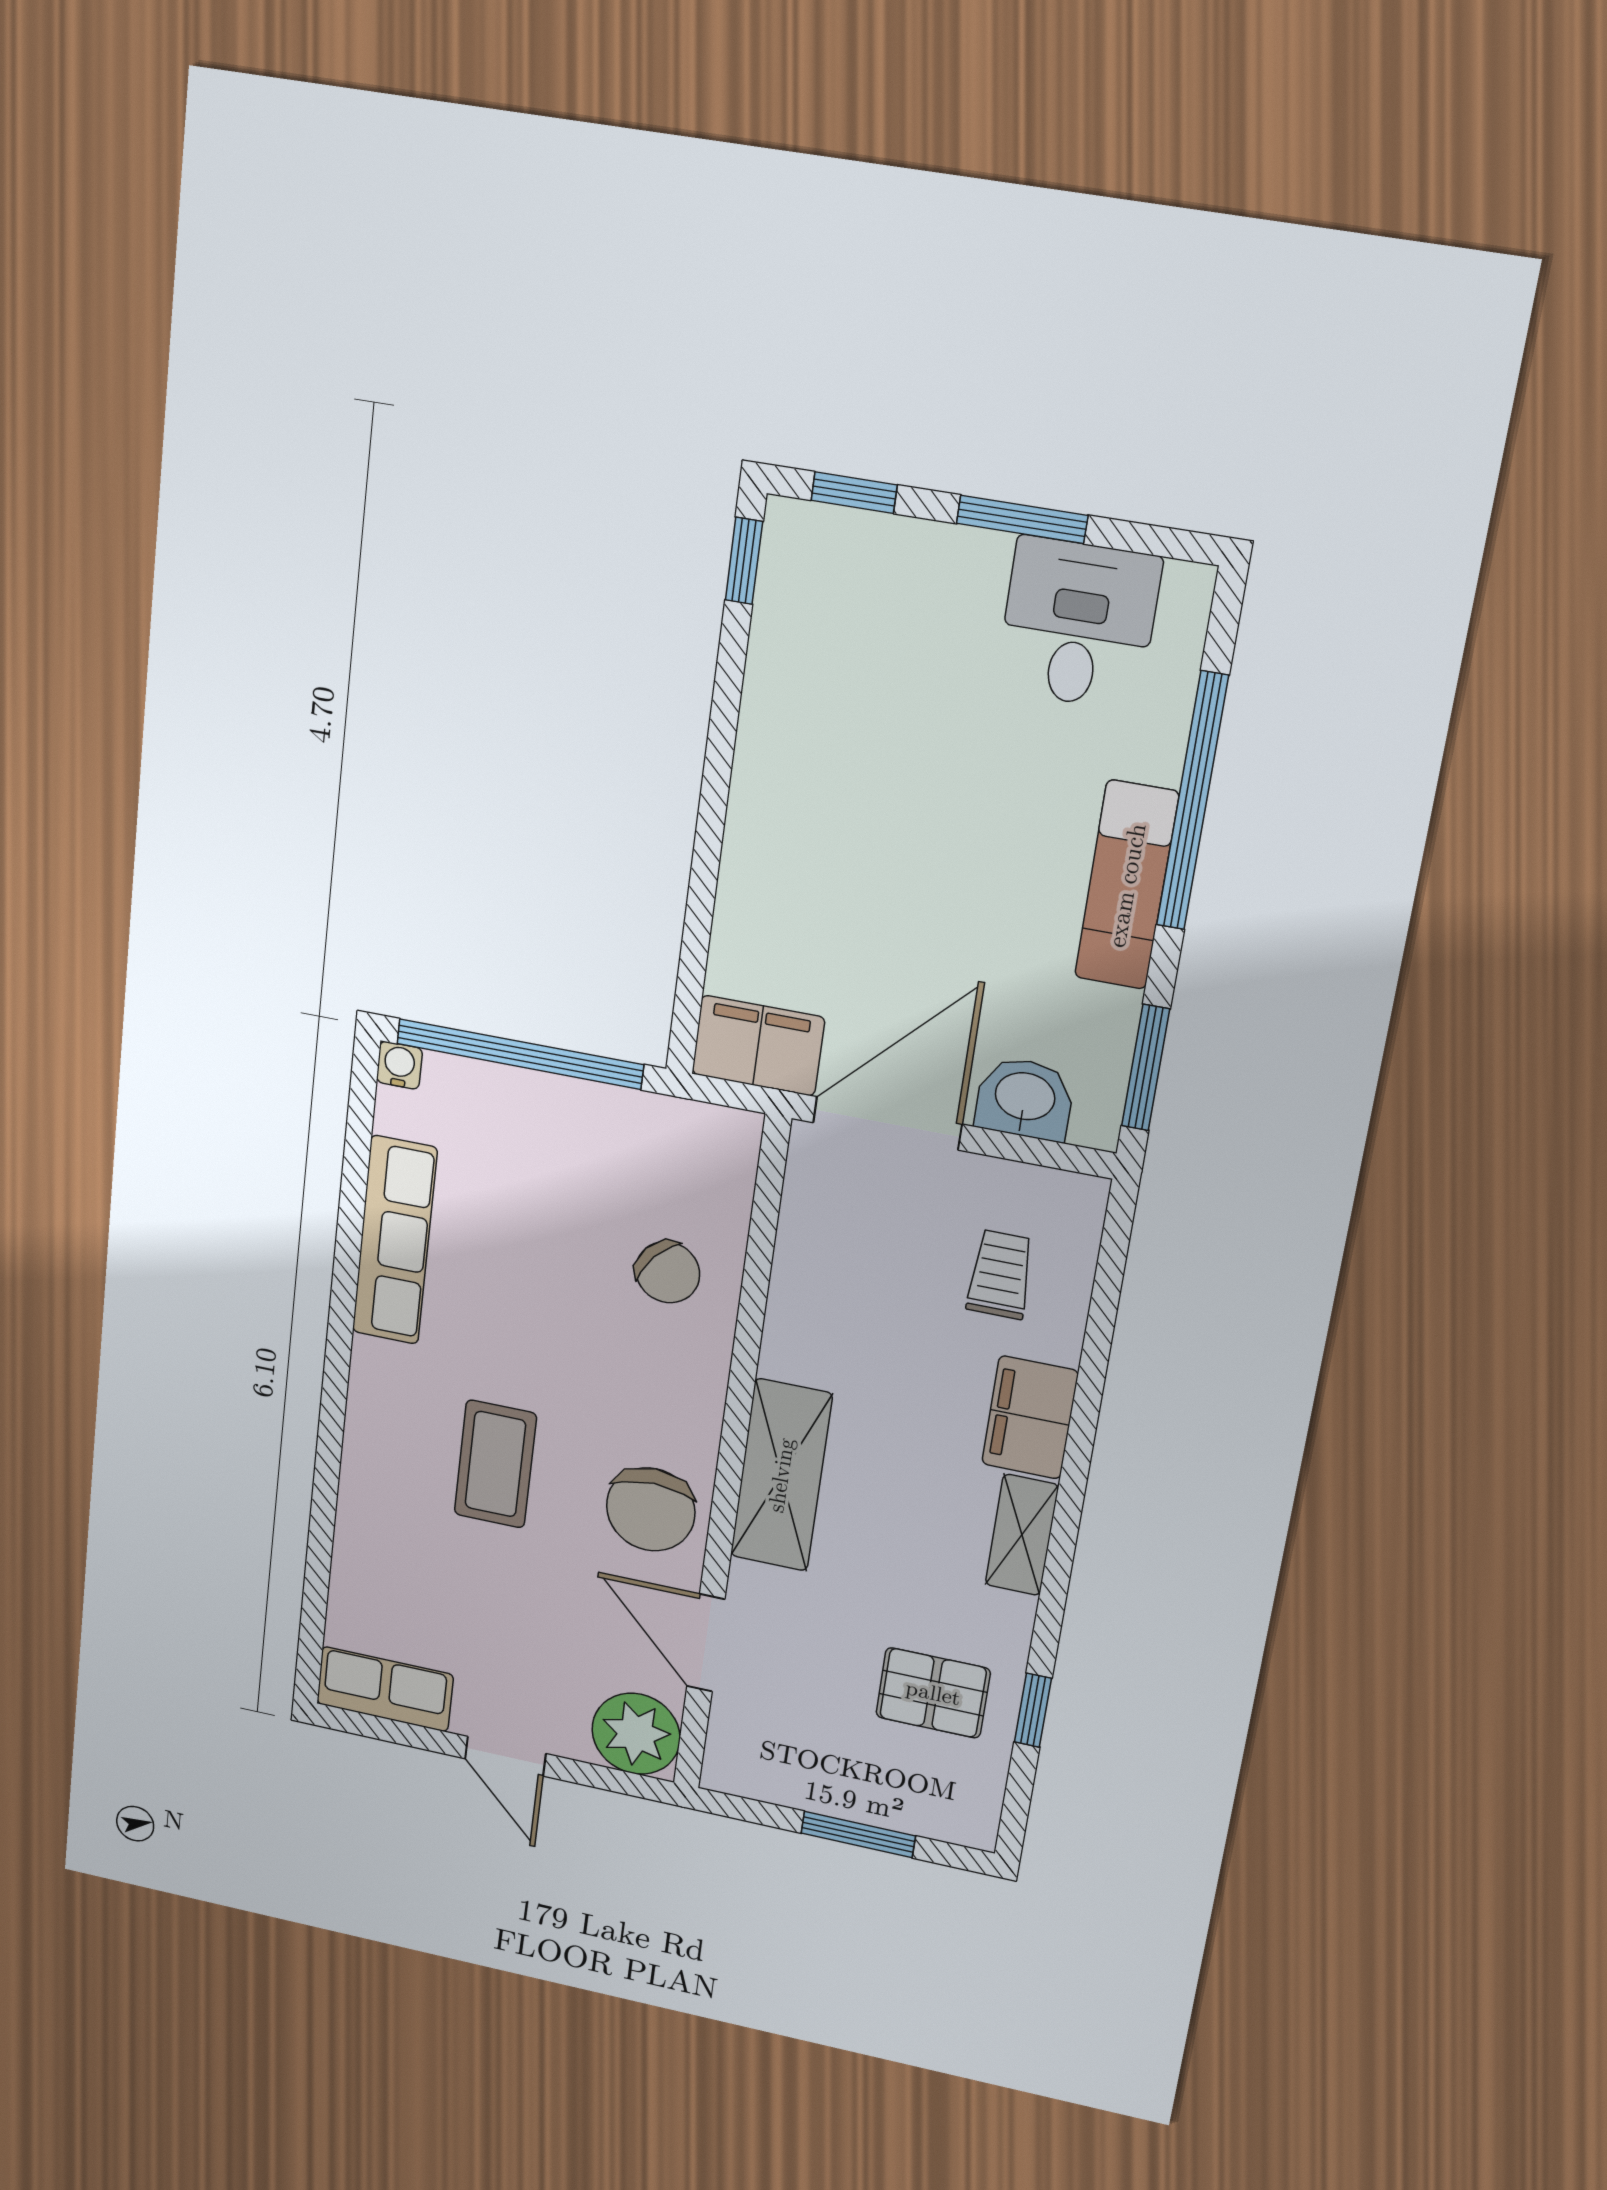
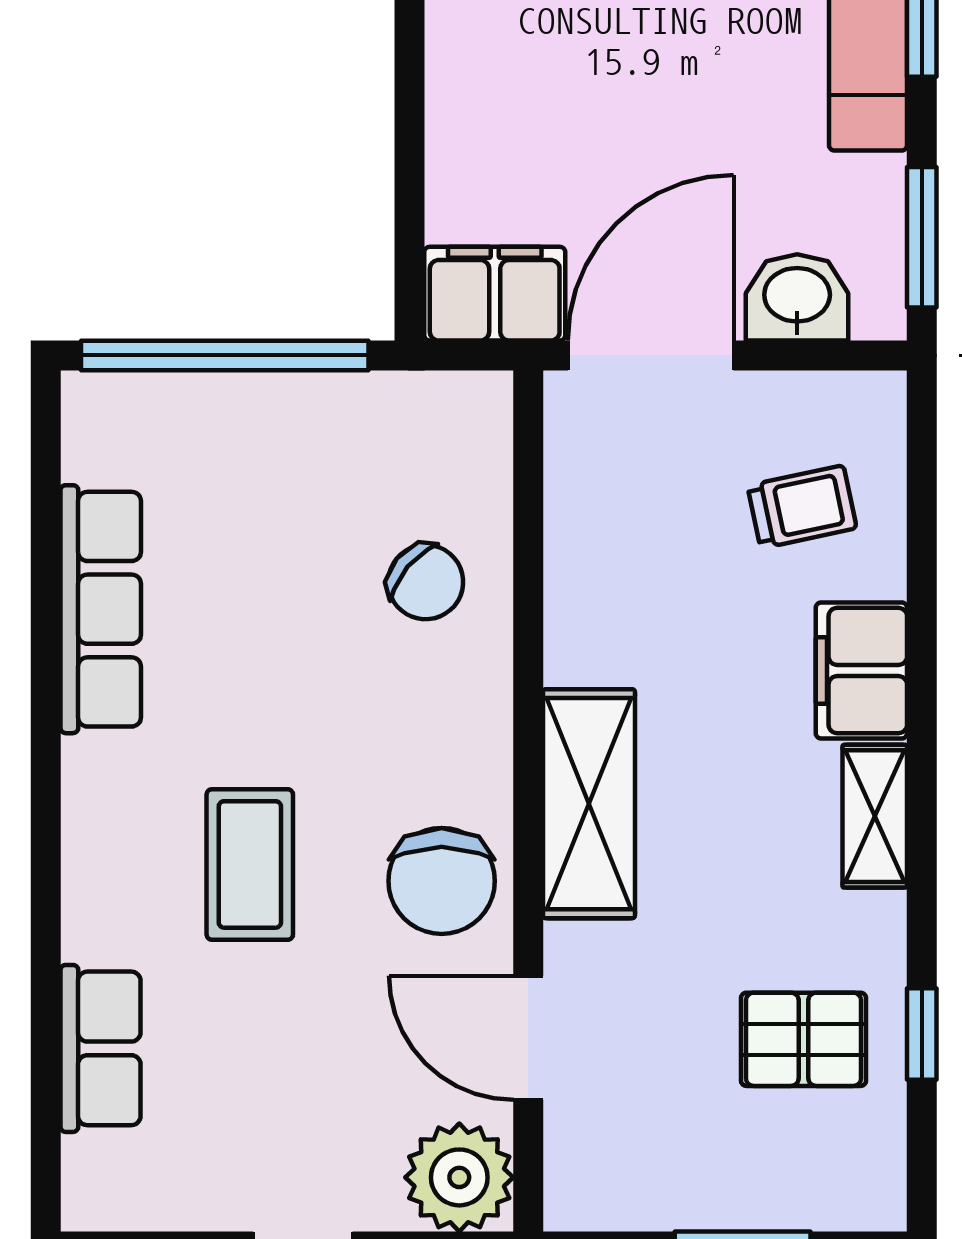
water cooler: (399, 1065) -> (86, 396), removed
trolley: (1000, 1275) -> (802, 507), turned 78
row of seats: (385, 1689) -> (100, 1048), moved, turned 90

